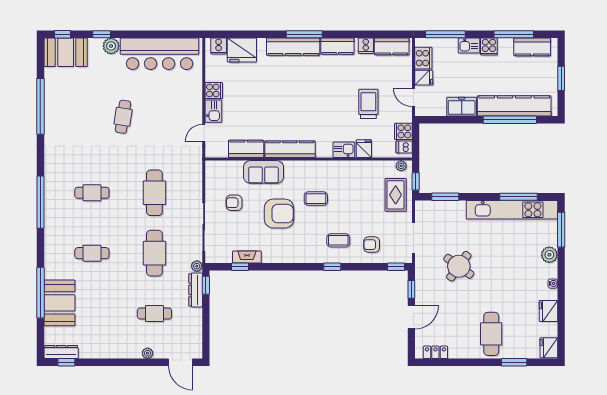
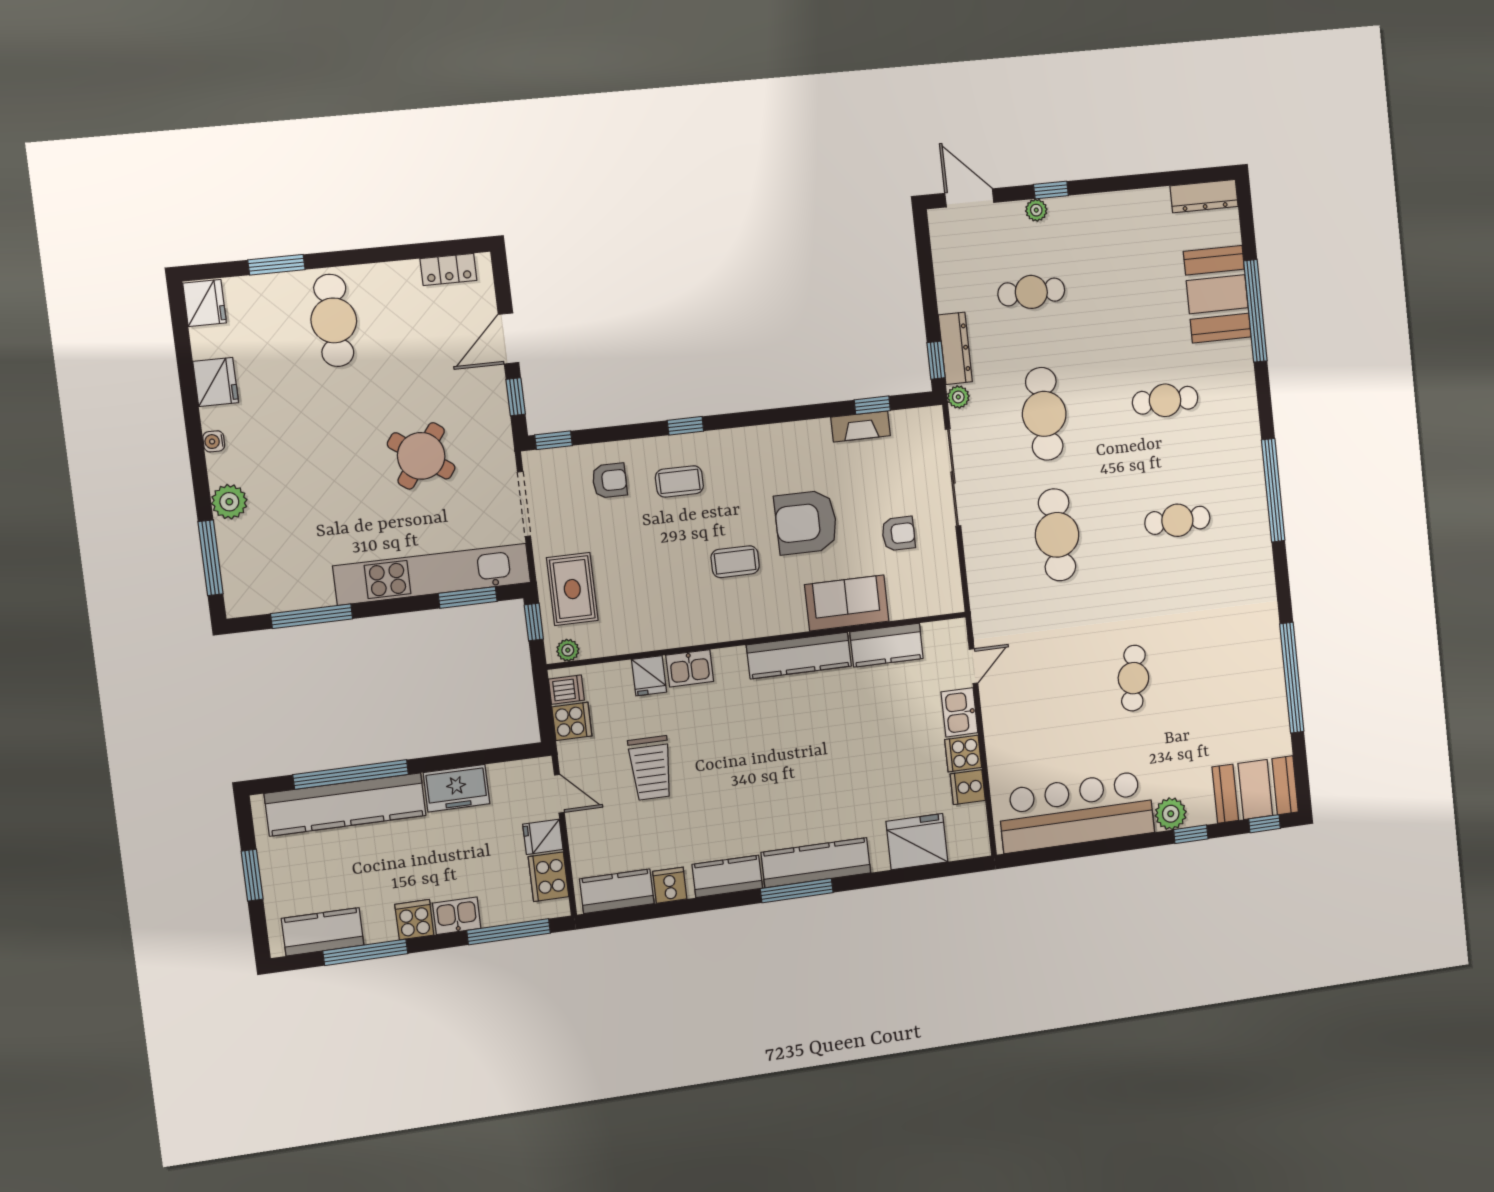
cooker: (219, 46) -> (968, 787), moved, turned -90
kitchen unit: (512, 210) -> (432, 574), moved
window: (66, 362) -> (1051, 190), moved

